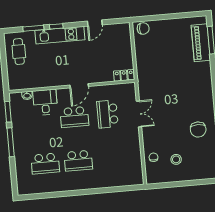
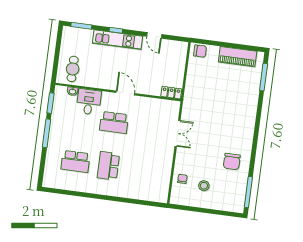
door: (95, 23) -> (154, 35), hinge flipped
window: (33, 28) -> (81, 26), moved
piano: (201, 43) -> (238, 57), moved, turned -90
cafe table: (19, 51) -> (73, 69), moved
door: (79, 86) -> (125, 93), swing flipped
school desk: (107, 114) -> (147, 127), removed
school desk: (78, 161) -> (108, 166), turned 90

